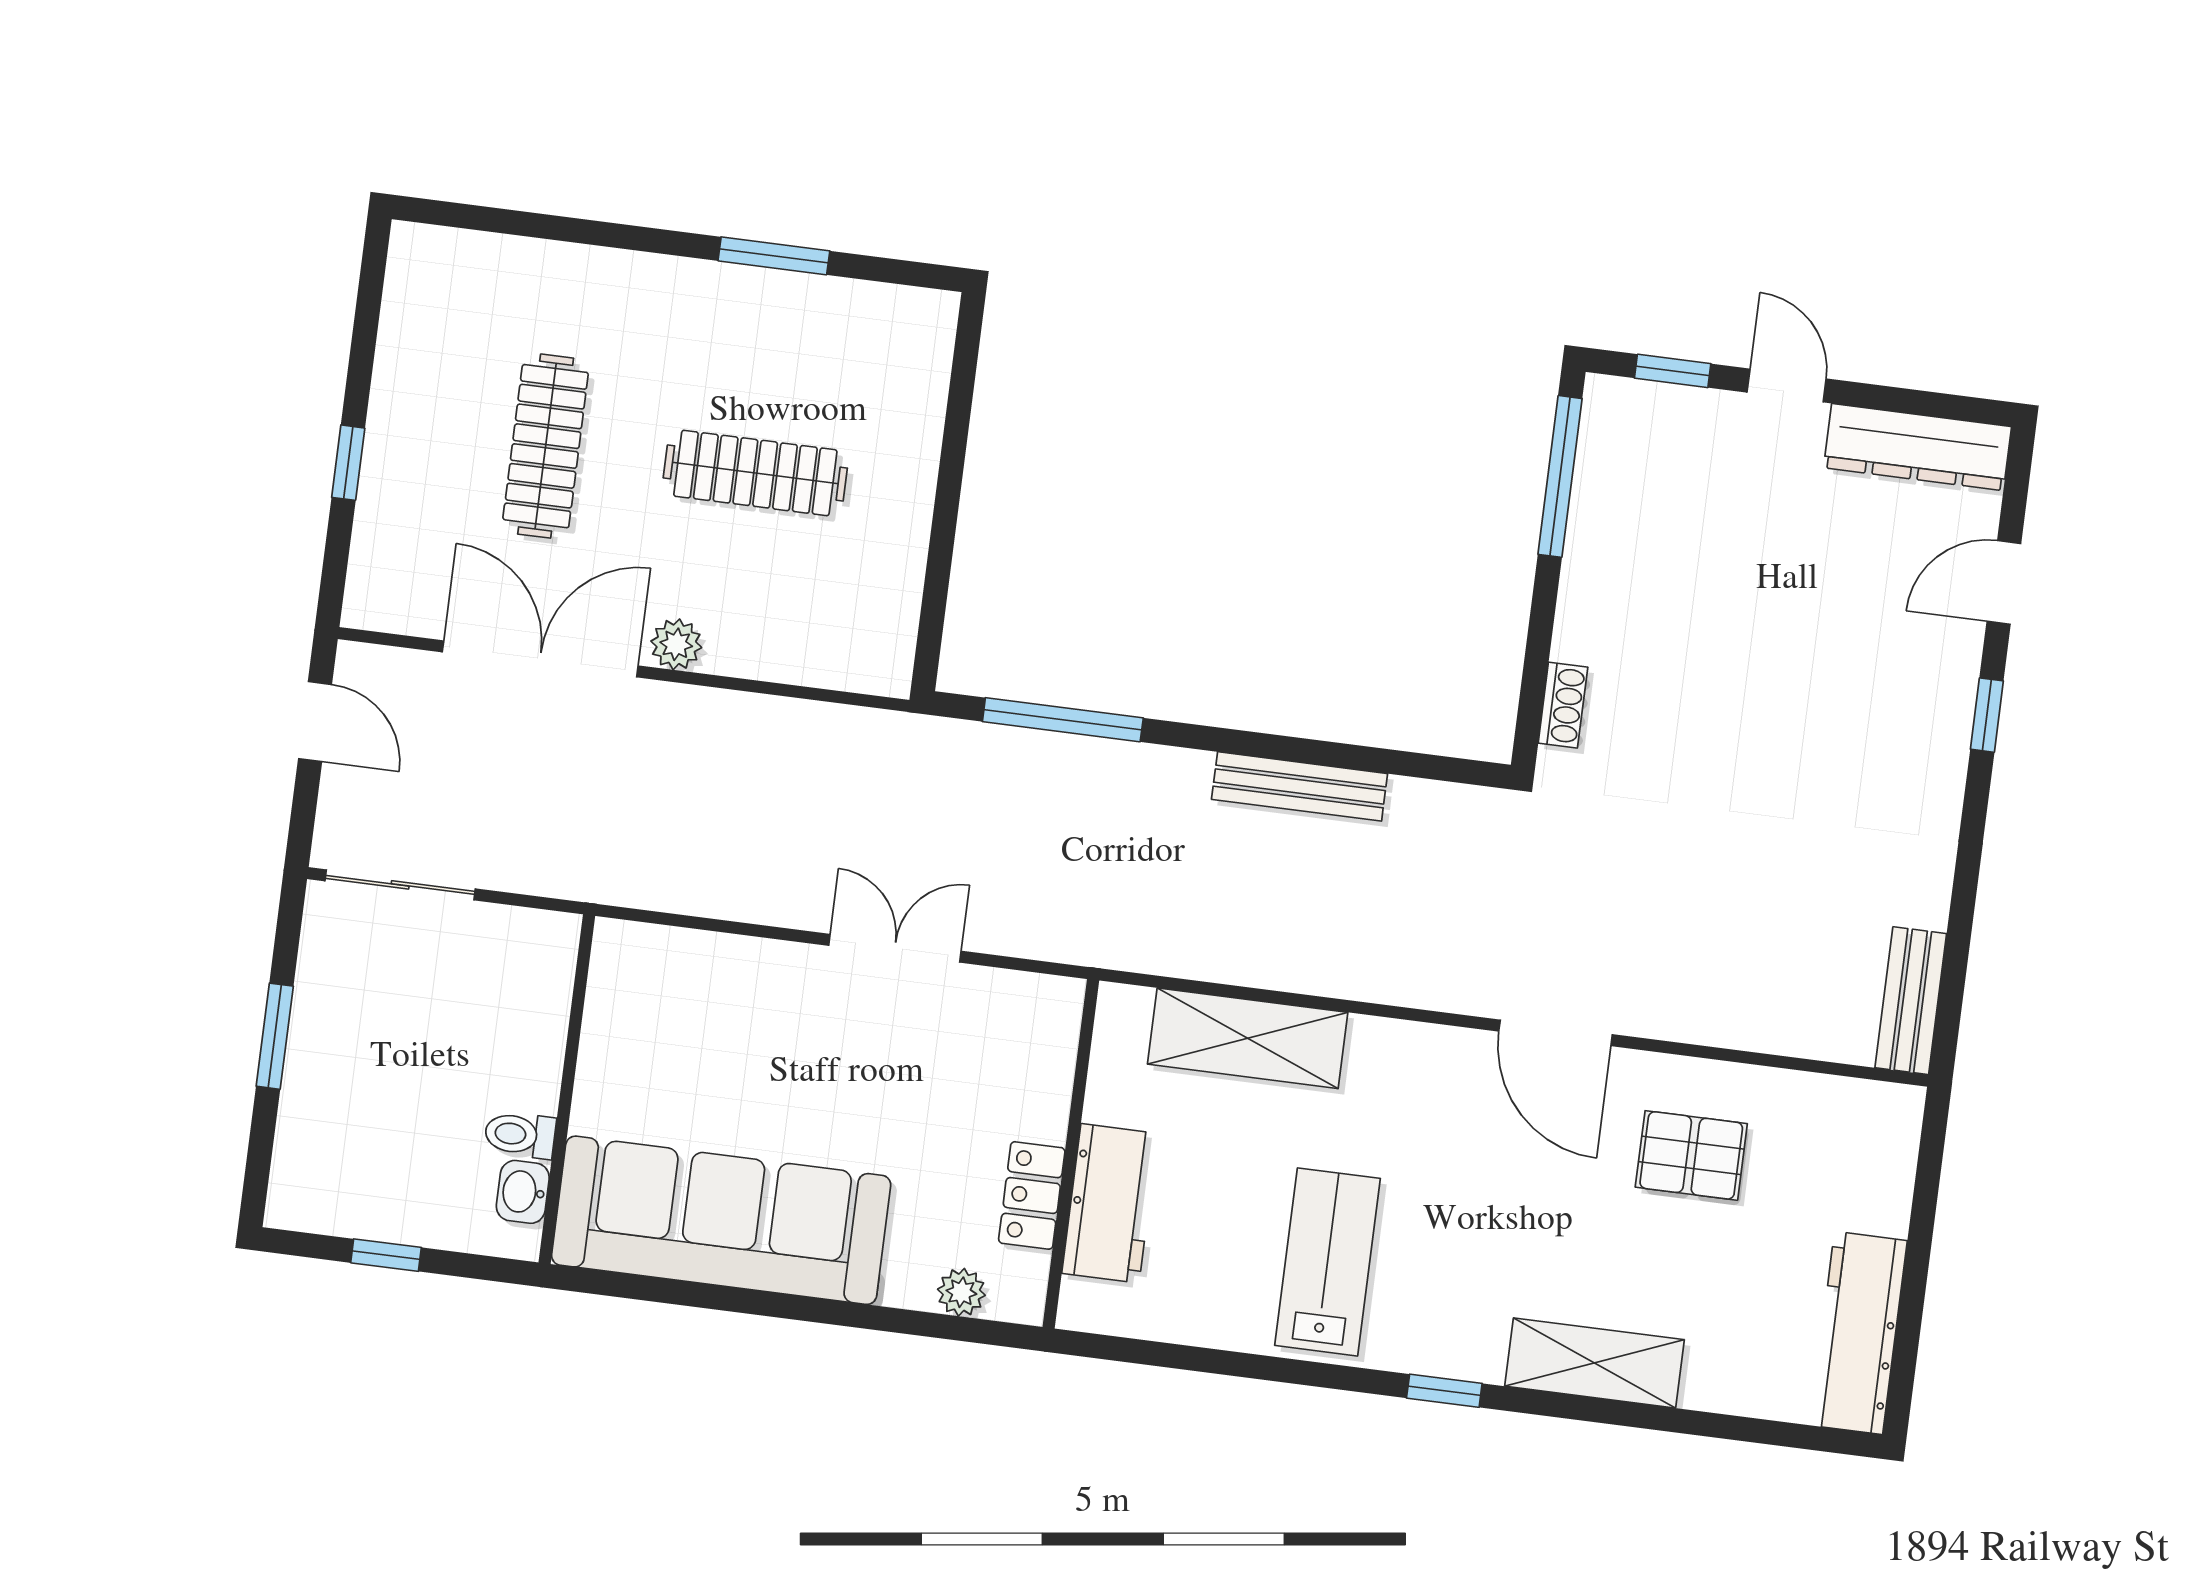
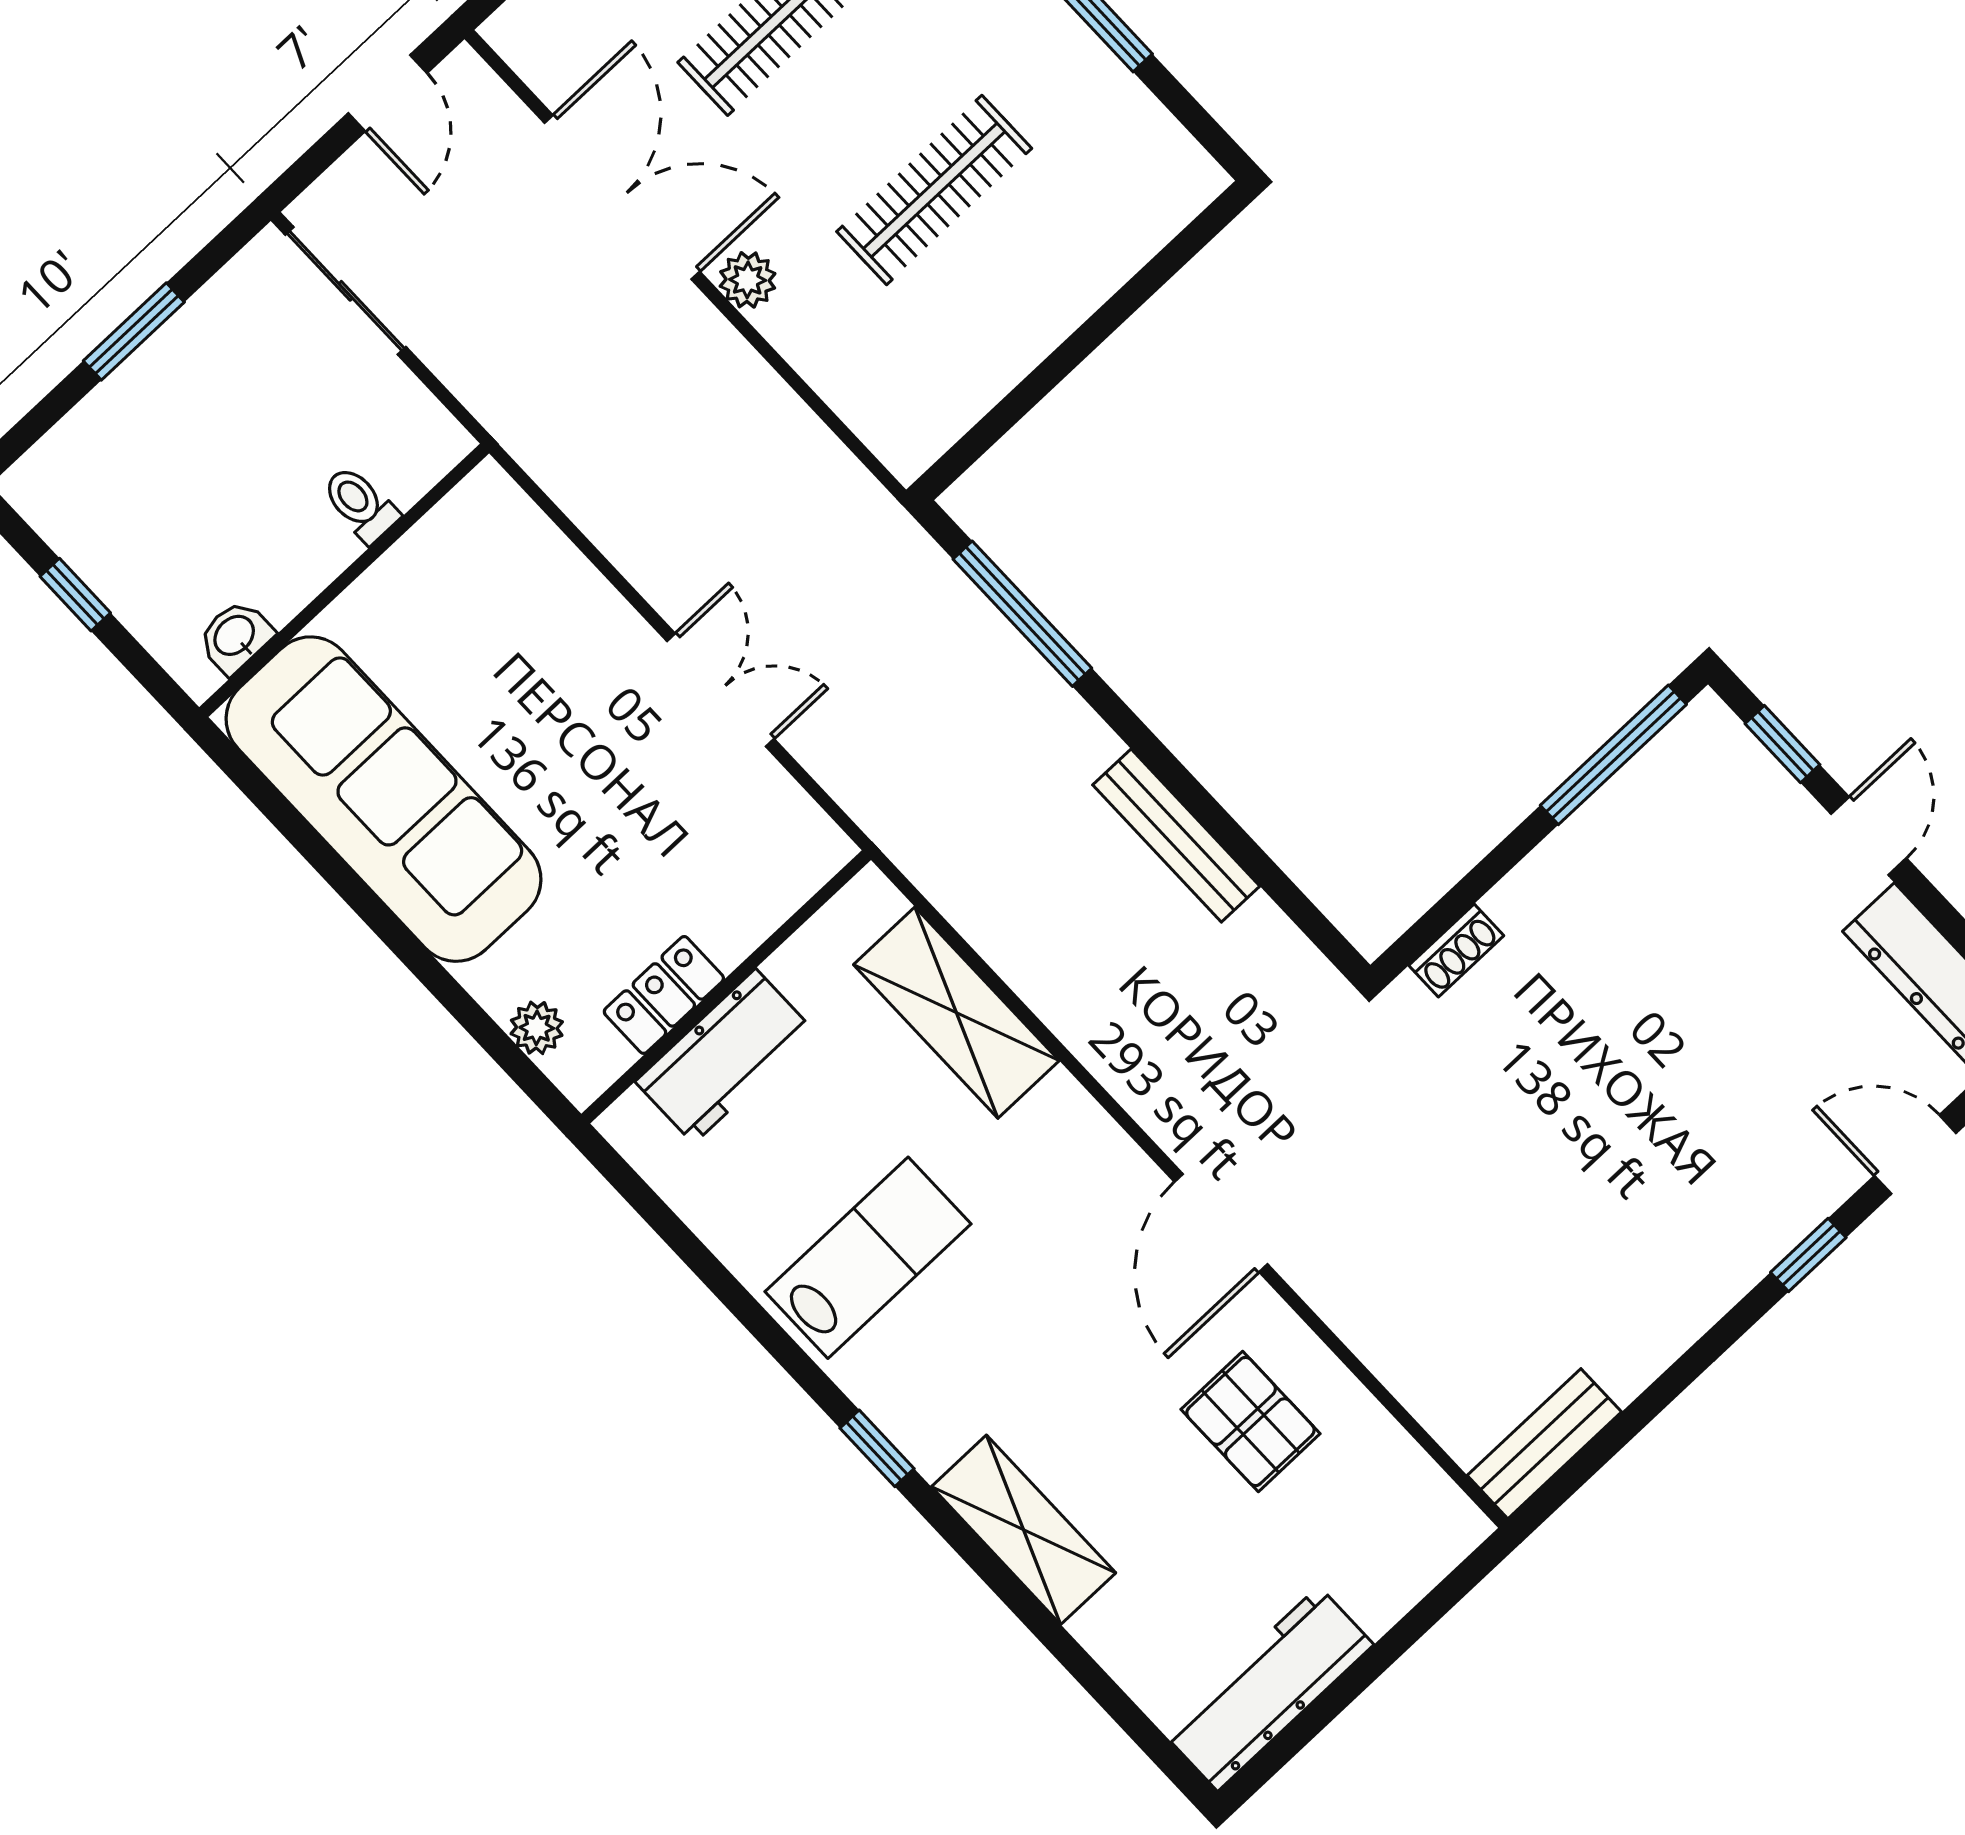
clothes rail: (755, 473) -> (934, 190), turned 90
toilet: (520, 1135) -> (360, 504), moved

